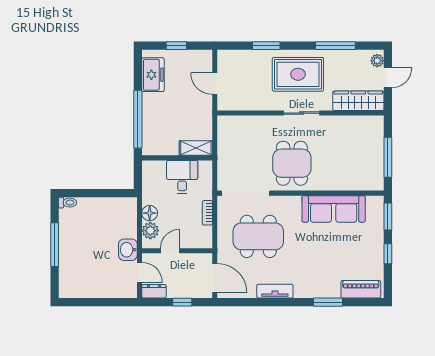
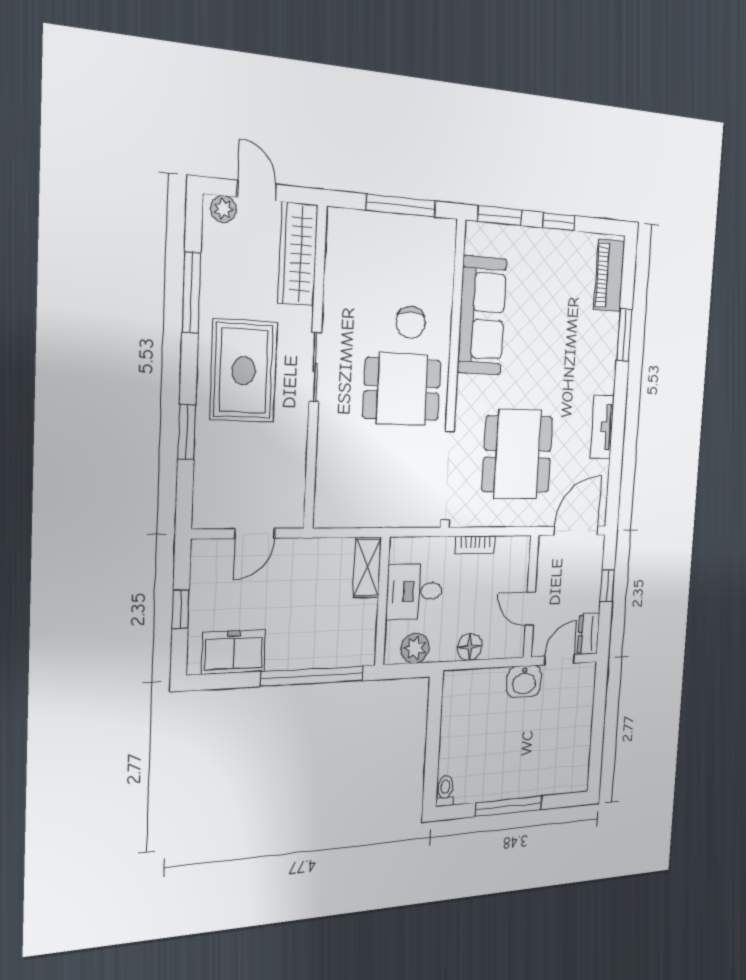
chair: (327, 166) -> (411, 322), added
plant: (150, 231) -> (415, 648), moved

